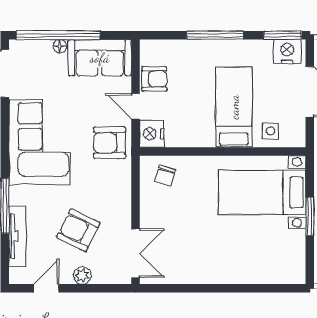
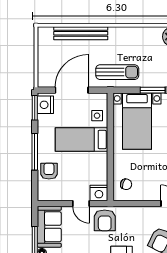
armchair: (154, 79) -> (49, 171), moved
door: (136, 106) -> (81, 204), hinge flipped

